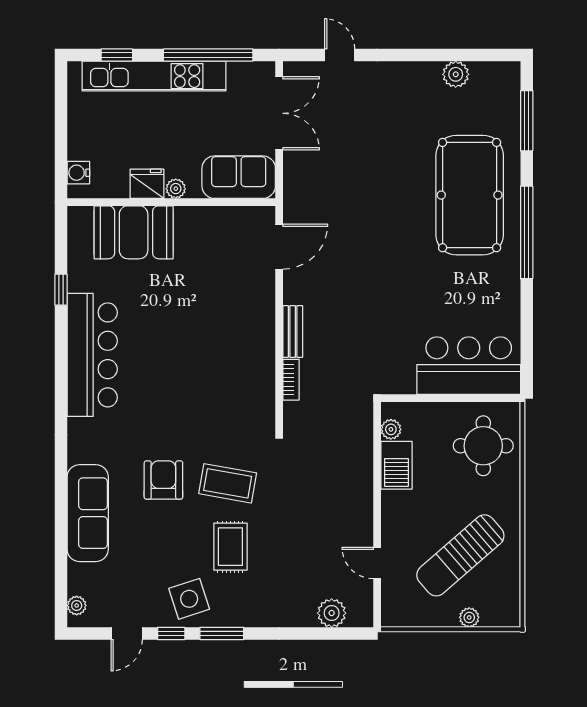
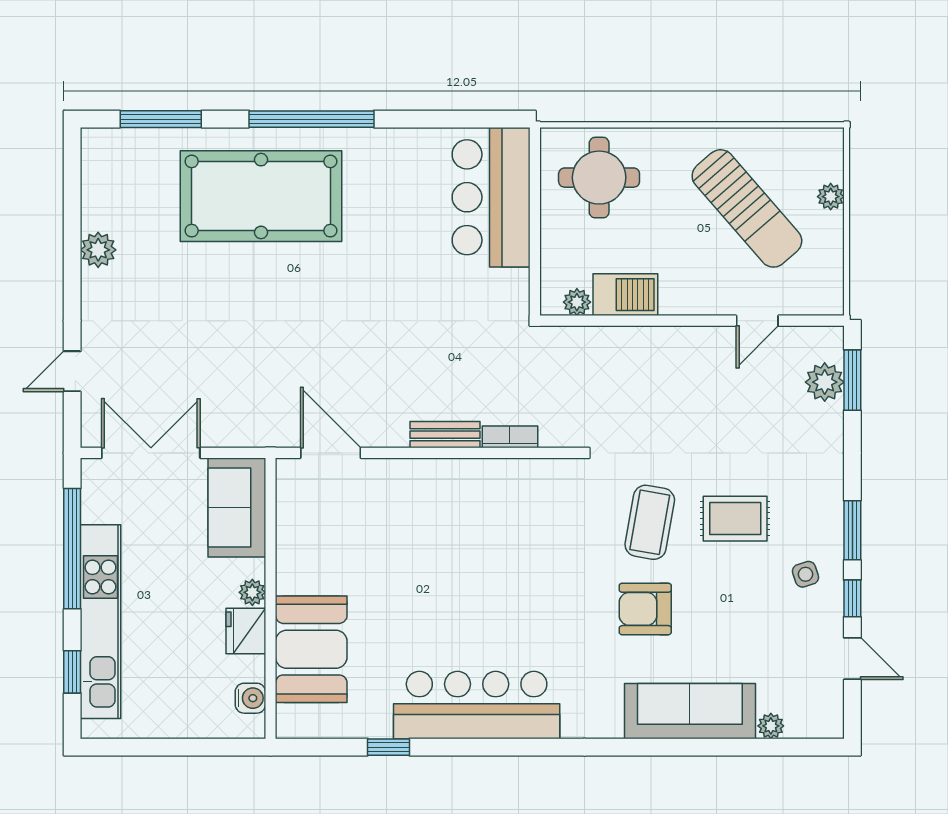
plant: (456, 74) -> (98, 250), moved
water cooler: (78, 173) -> (250, 698), moved, turned -90
side table: (189, 599) -> (806, 574), width x0.54, depth x0.54
plant: (77, 606) -> (771, 726), moved
window: (333, 633) -> (852, 380), added

